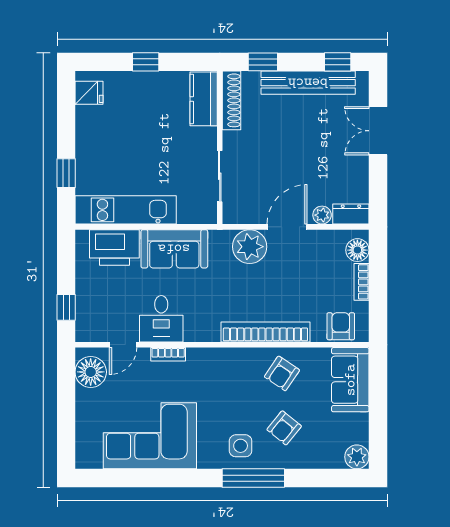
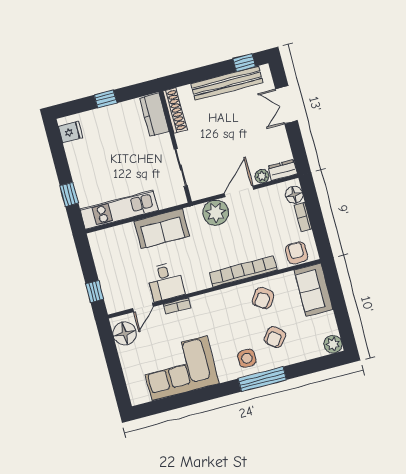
window: (263, 62) -> (190, 77), removed
printer: (114, 247) -> (118, 239), removed

